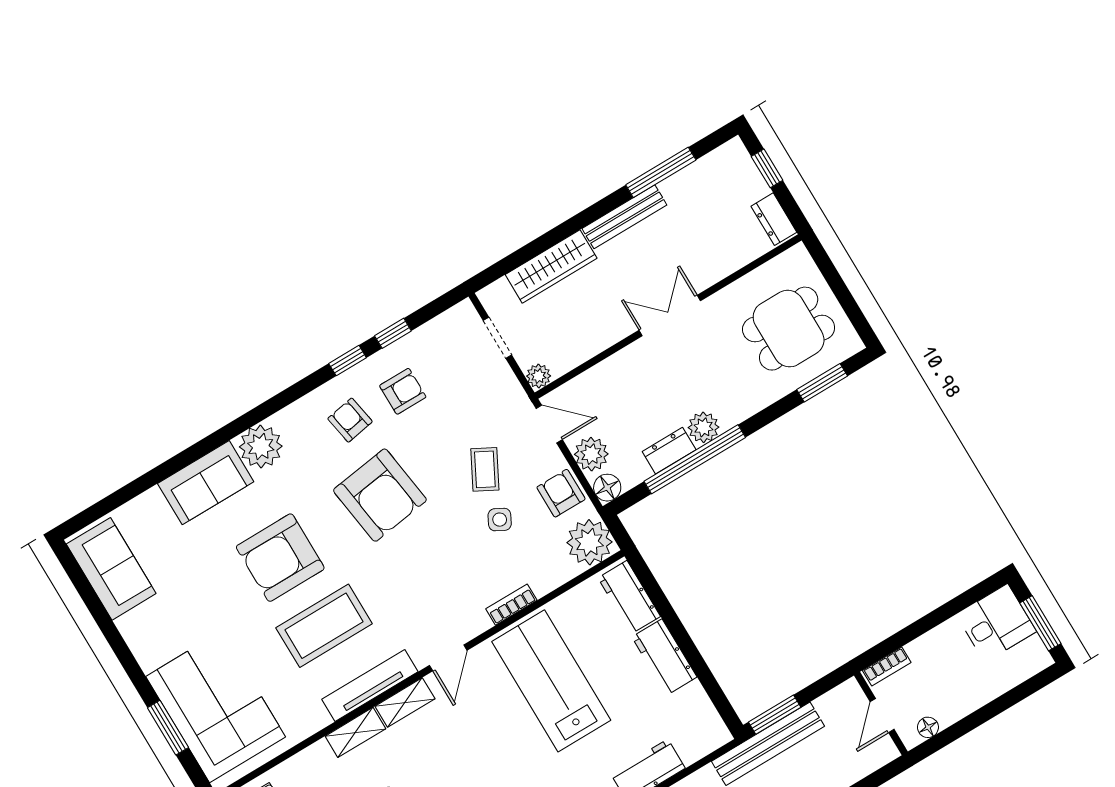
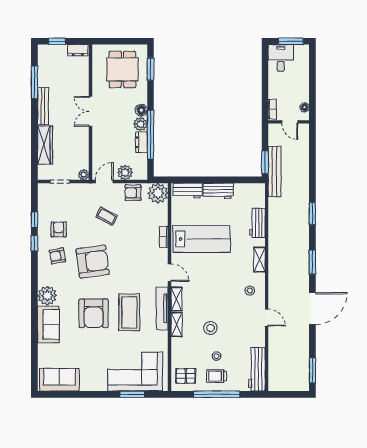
floor lamp: (607, 488) -> (141, 110), moved
side table: (500, 520) -> (129, 222), removed
lab bench: (551, 681) -> (202, 239), turned 180

